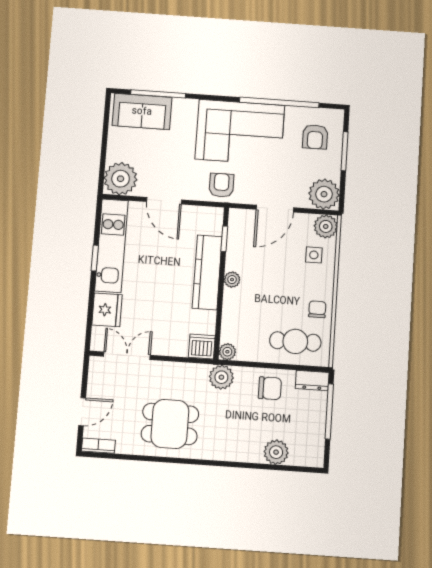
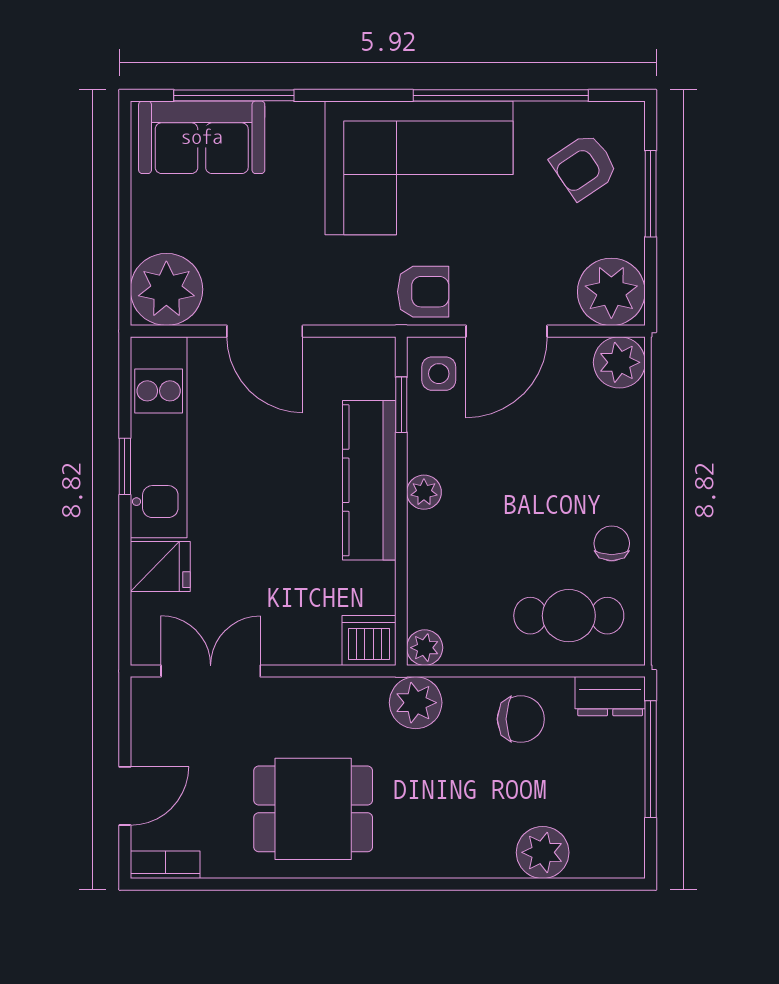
armchair: (315, 137) -> (584, 166), turned 56
armchair: (221, 185) -> (423, 292), moved, turned 90
side table: (314, 255) -> (439, 374), moved
fridge: (107, 310) -> (160, 567), width x0.72

